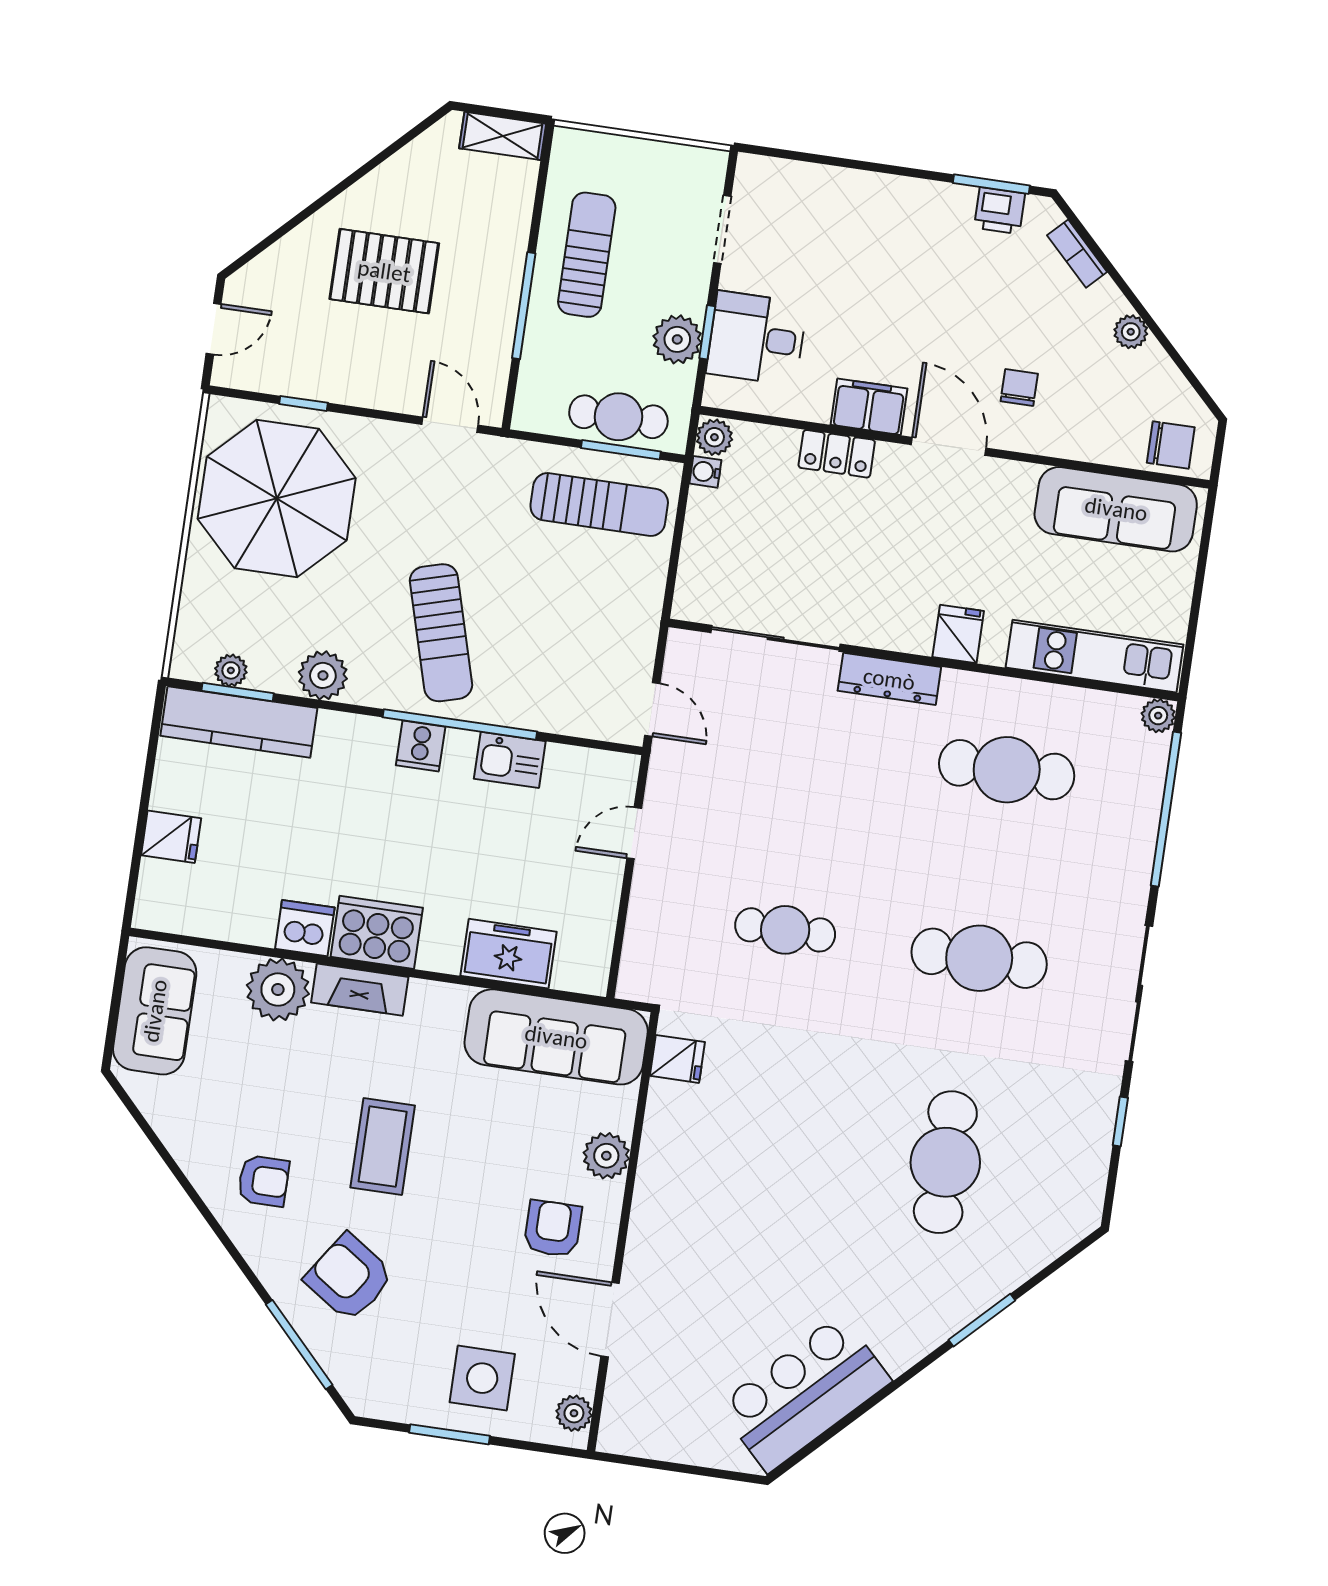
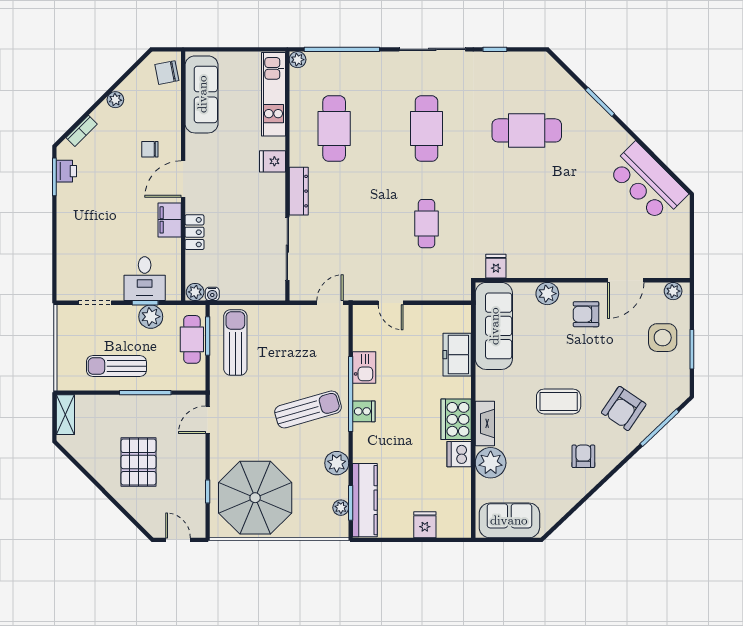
chair: (1171, 445) -> (167, 73), turned -101

